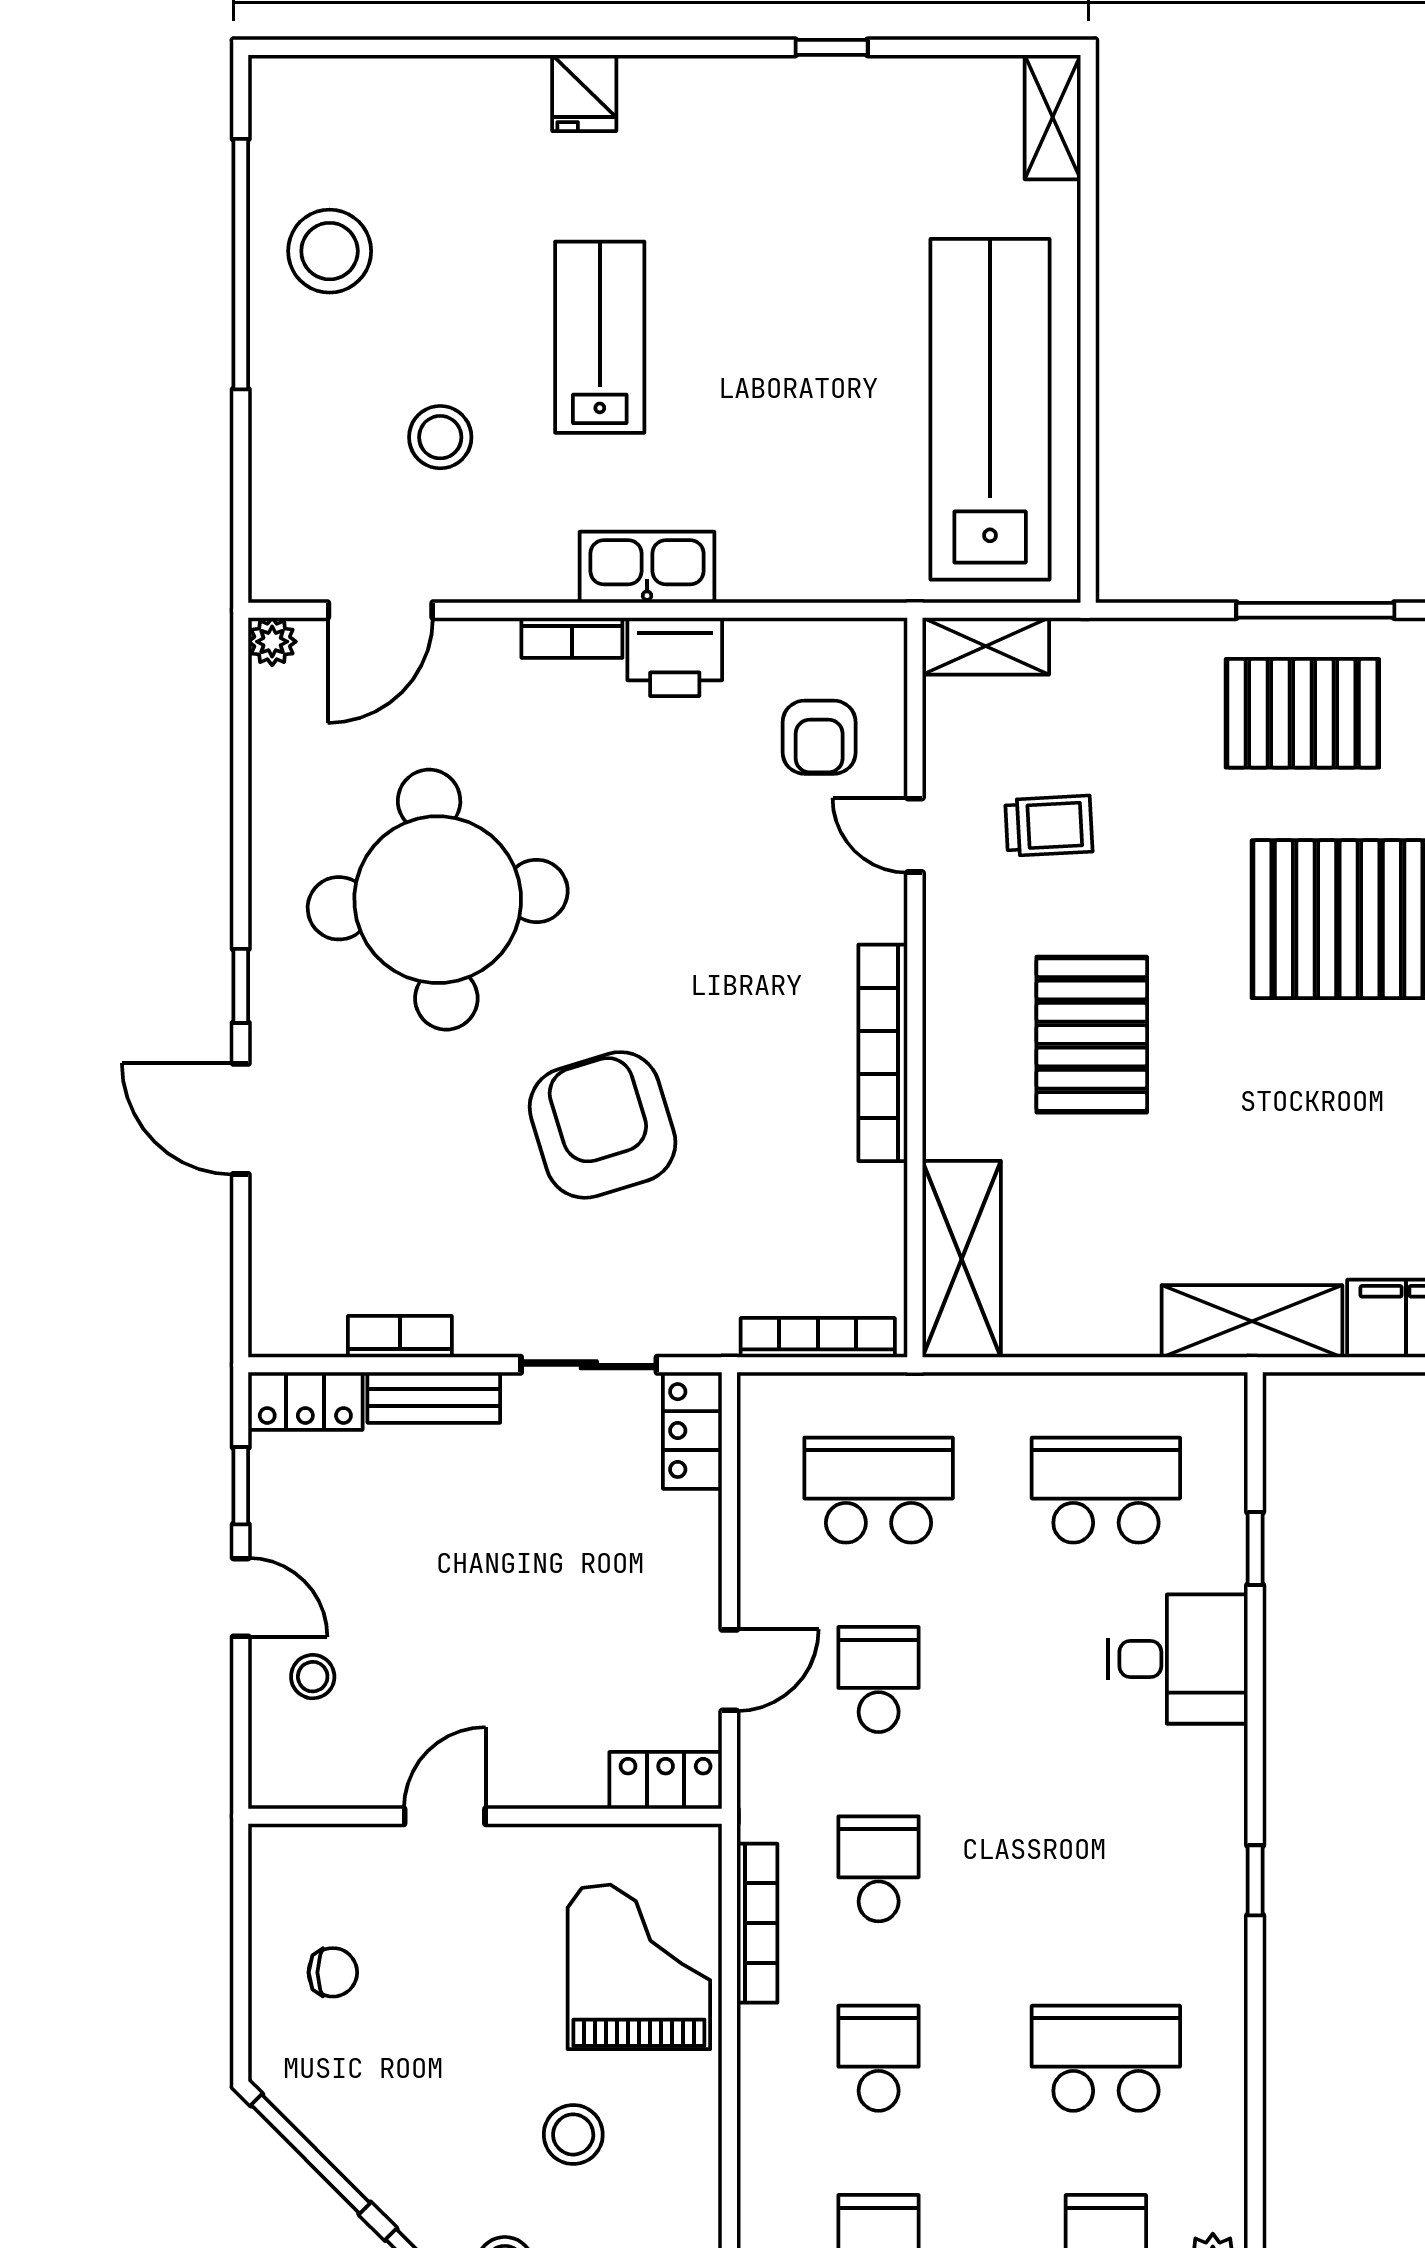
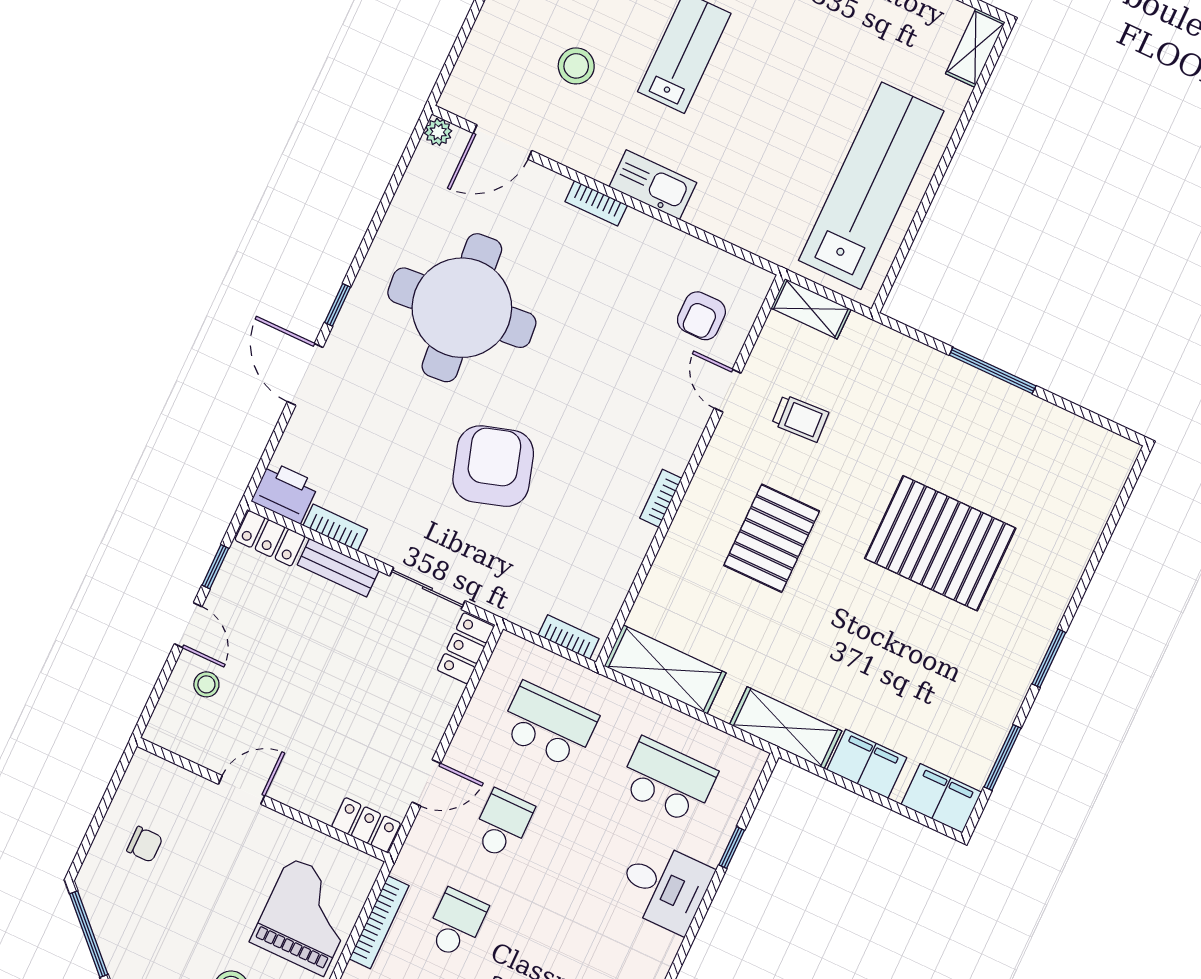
printer: (675, 657) -> (285, 492), moved, turned 180
pallet: (1302, 713) -> (961, 421), removed
bookcase: (883, 1053) -> (661, 498), width x0.43, depth x0.76
shelving: (962, 1259) -> (665, 669), moved, turned 90
bookcase: (818, 1338) -> (569, 637), width x0.64

